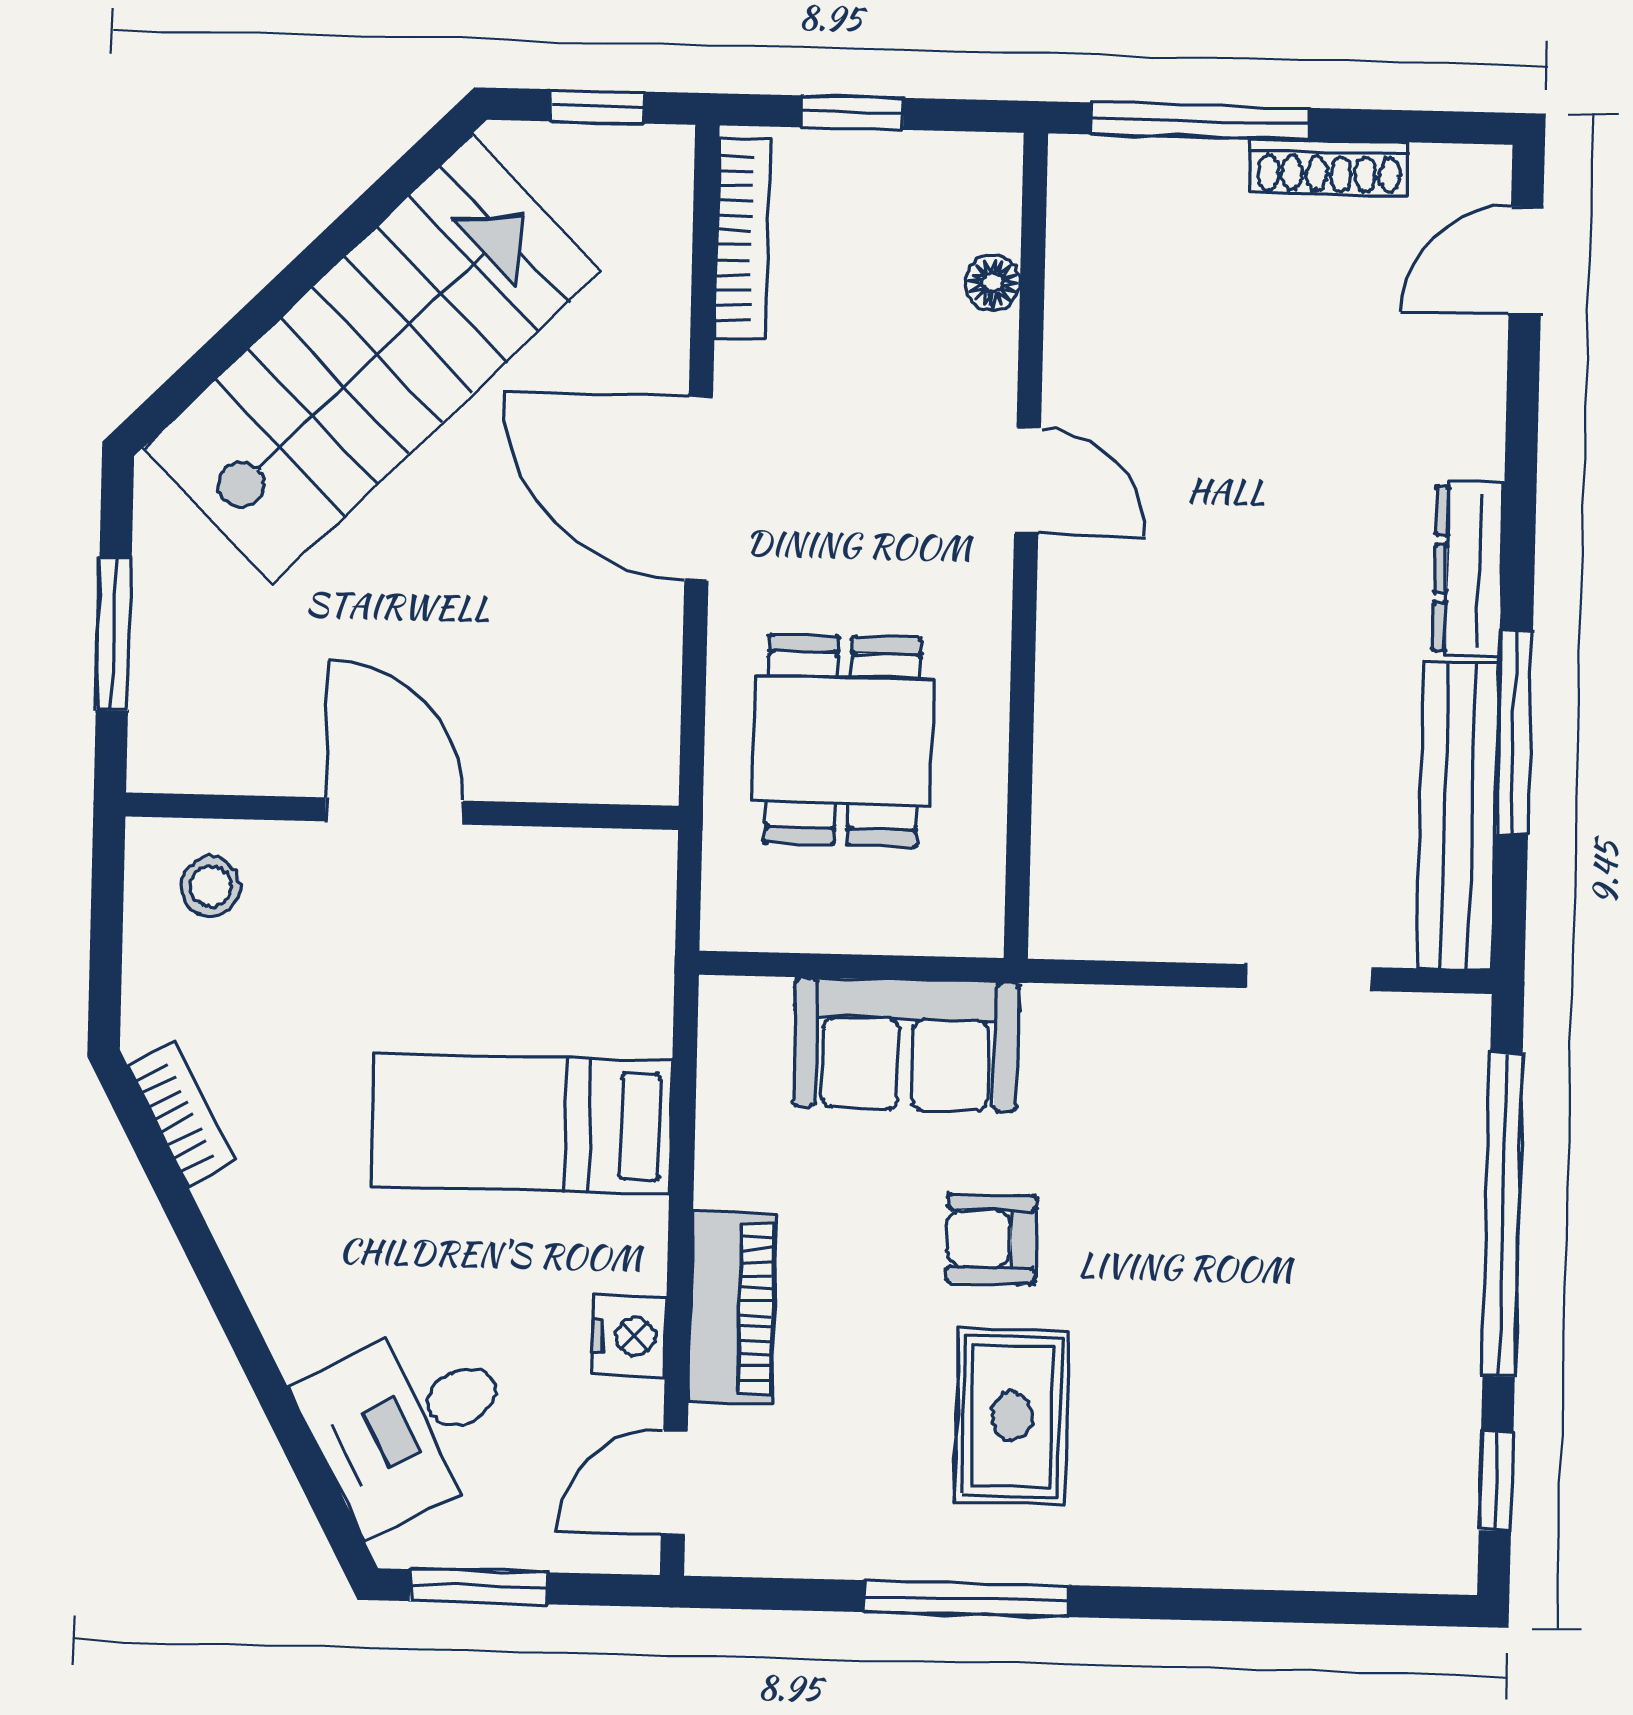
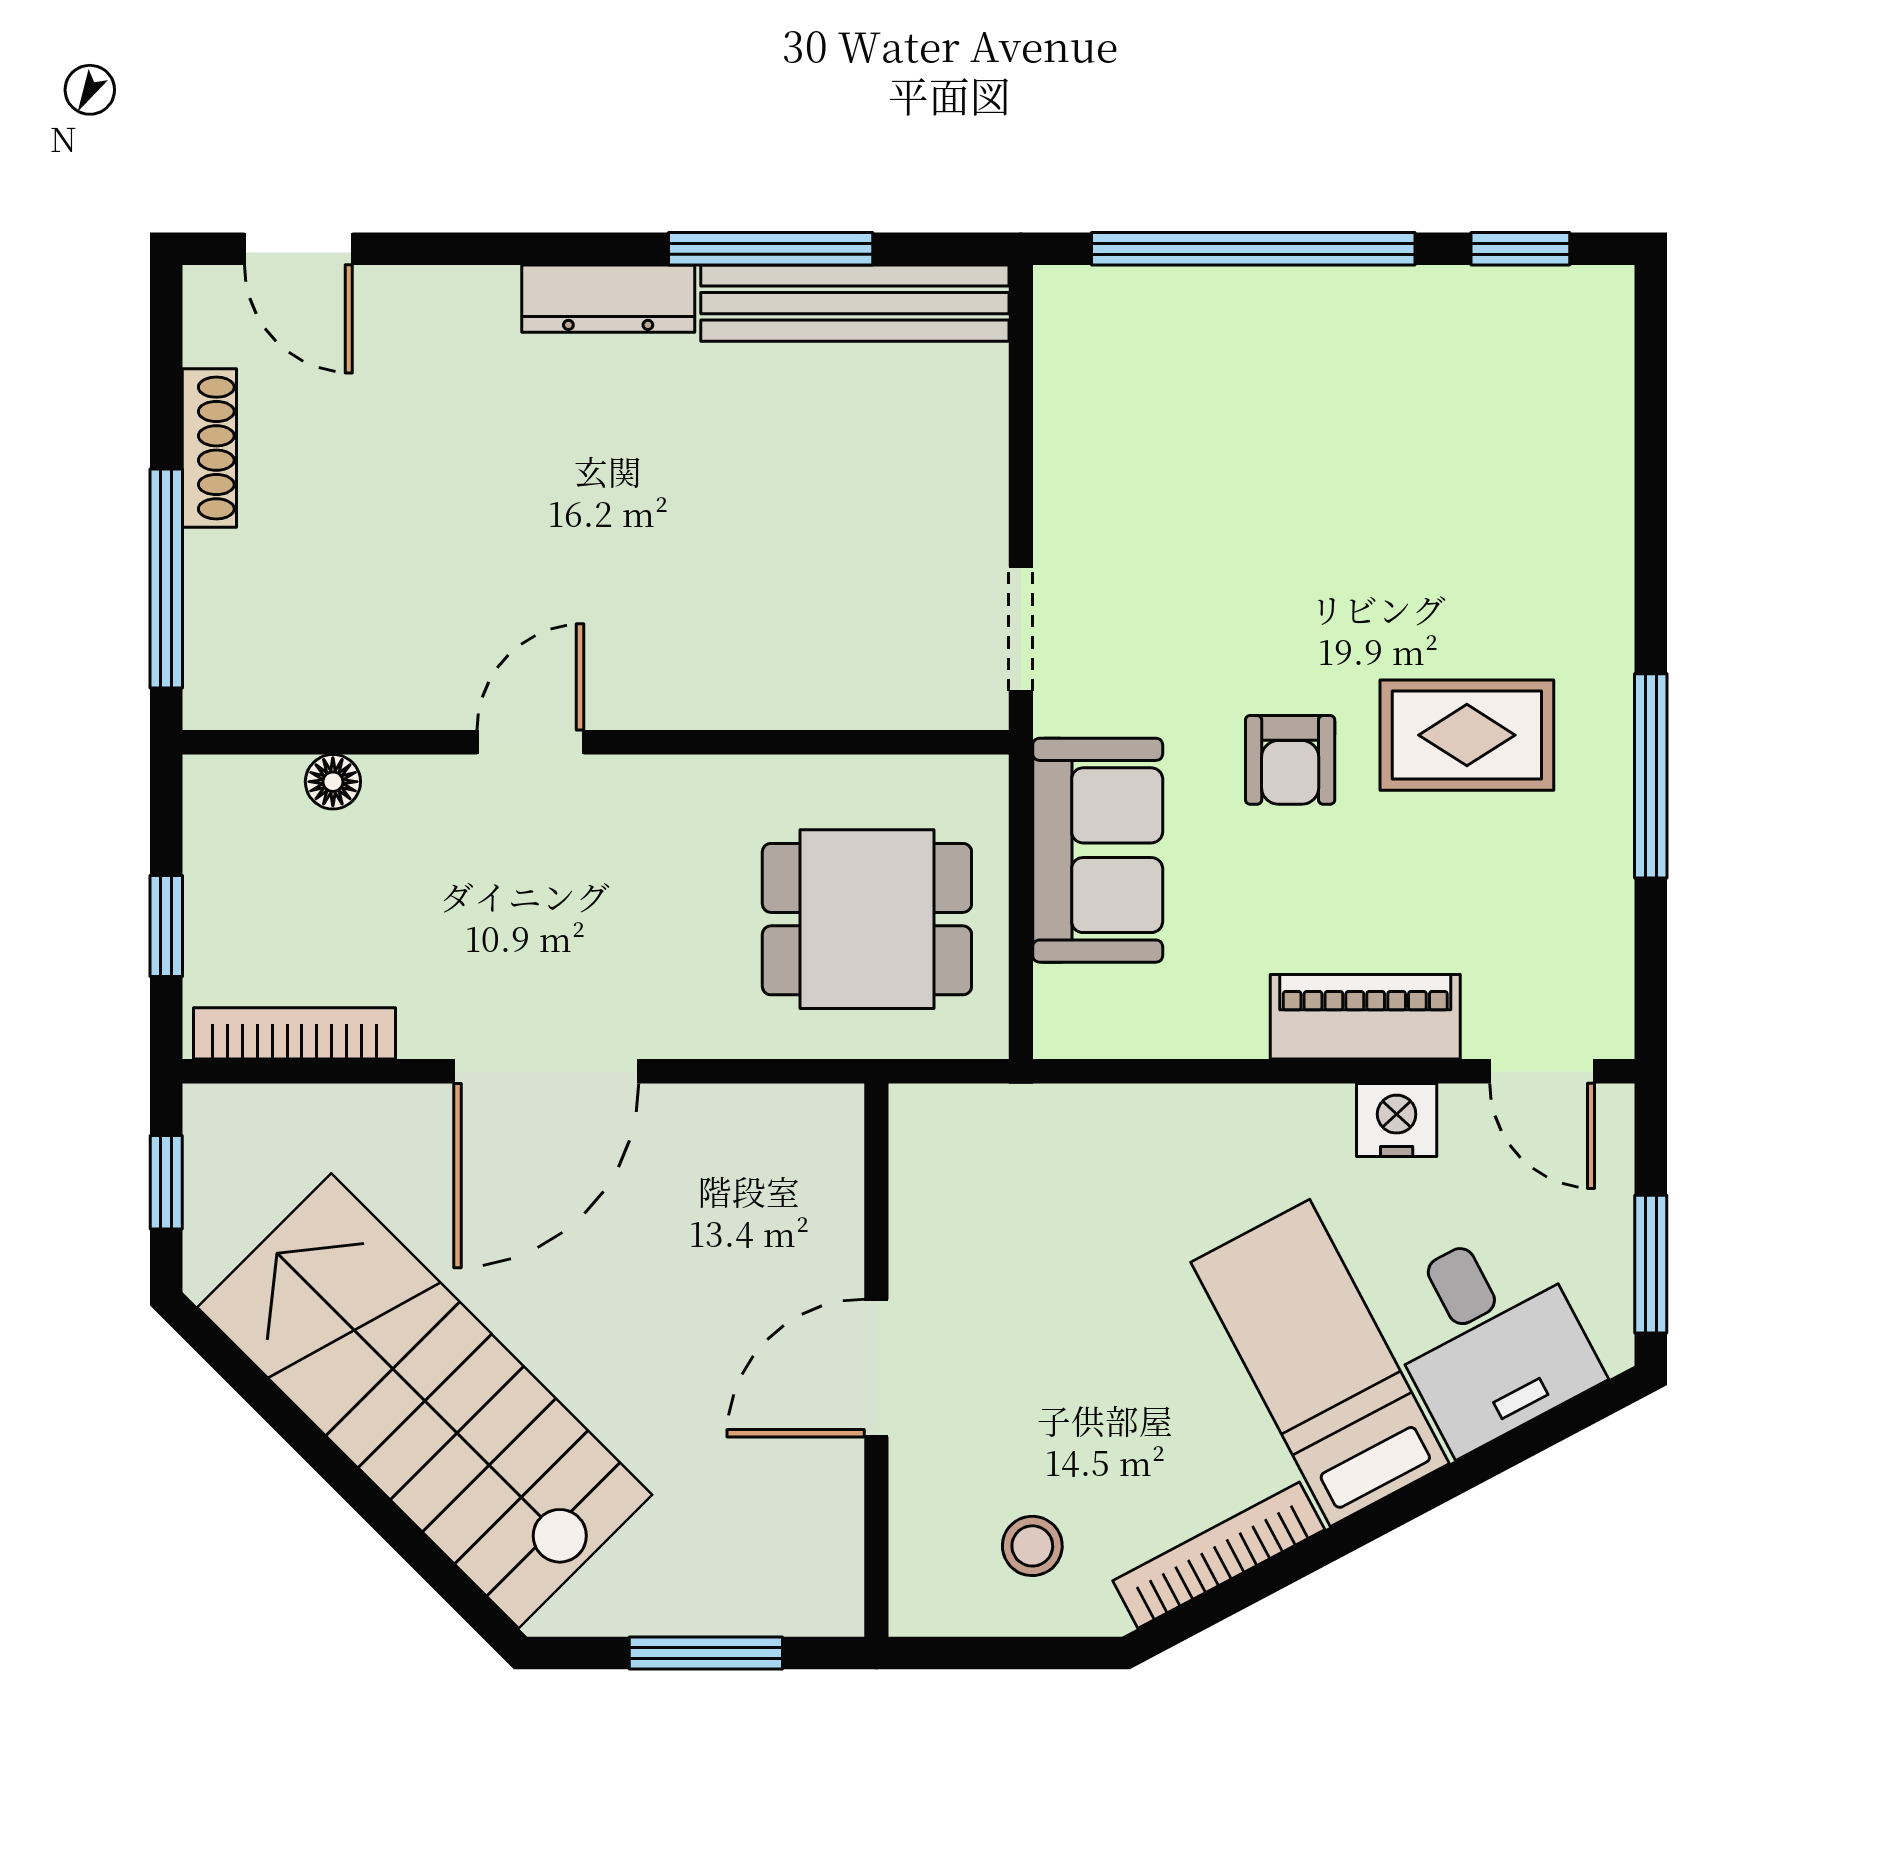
dining table: (843, 741) -> (867, 919), moved
stool: (211, 886) -> (1032, 1546), moved
doorway: (1309, 978) -> (1021, 629), moved
bookcase: (182, 1114) -> (1219, 1555), width x1.56
bed: (522, 1124) -> (1320, 1363), moved, turned 152

